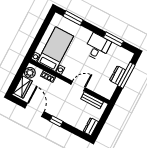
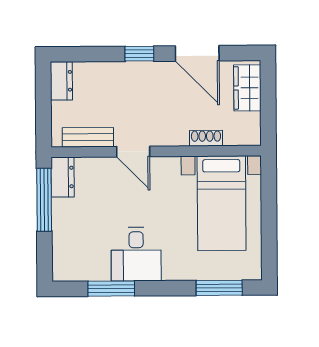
plant: (30, 73) -> (248, 126), removed
dresser: (117, 75) -> (63, 177), moved
window: (126, 75) -> (44, 200), moved
door: (78, 86) -> (133, 152), hinge flipped

